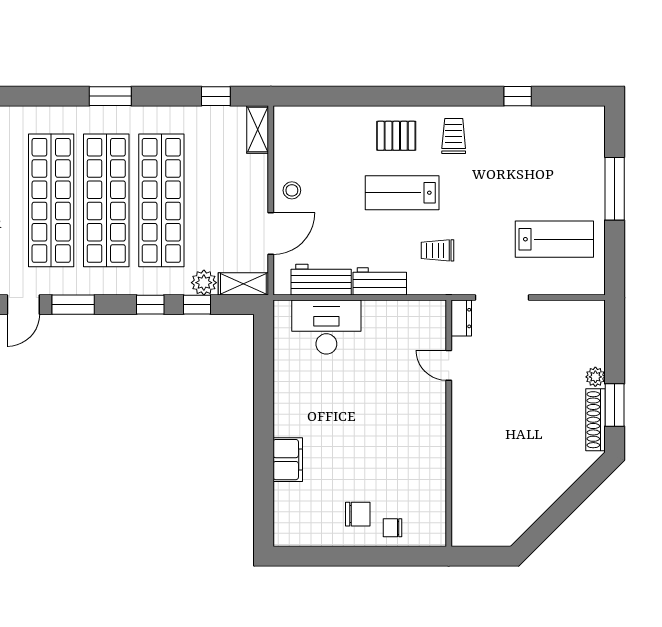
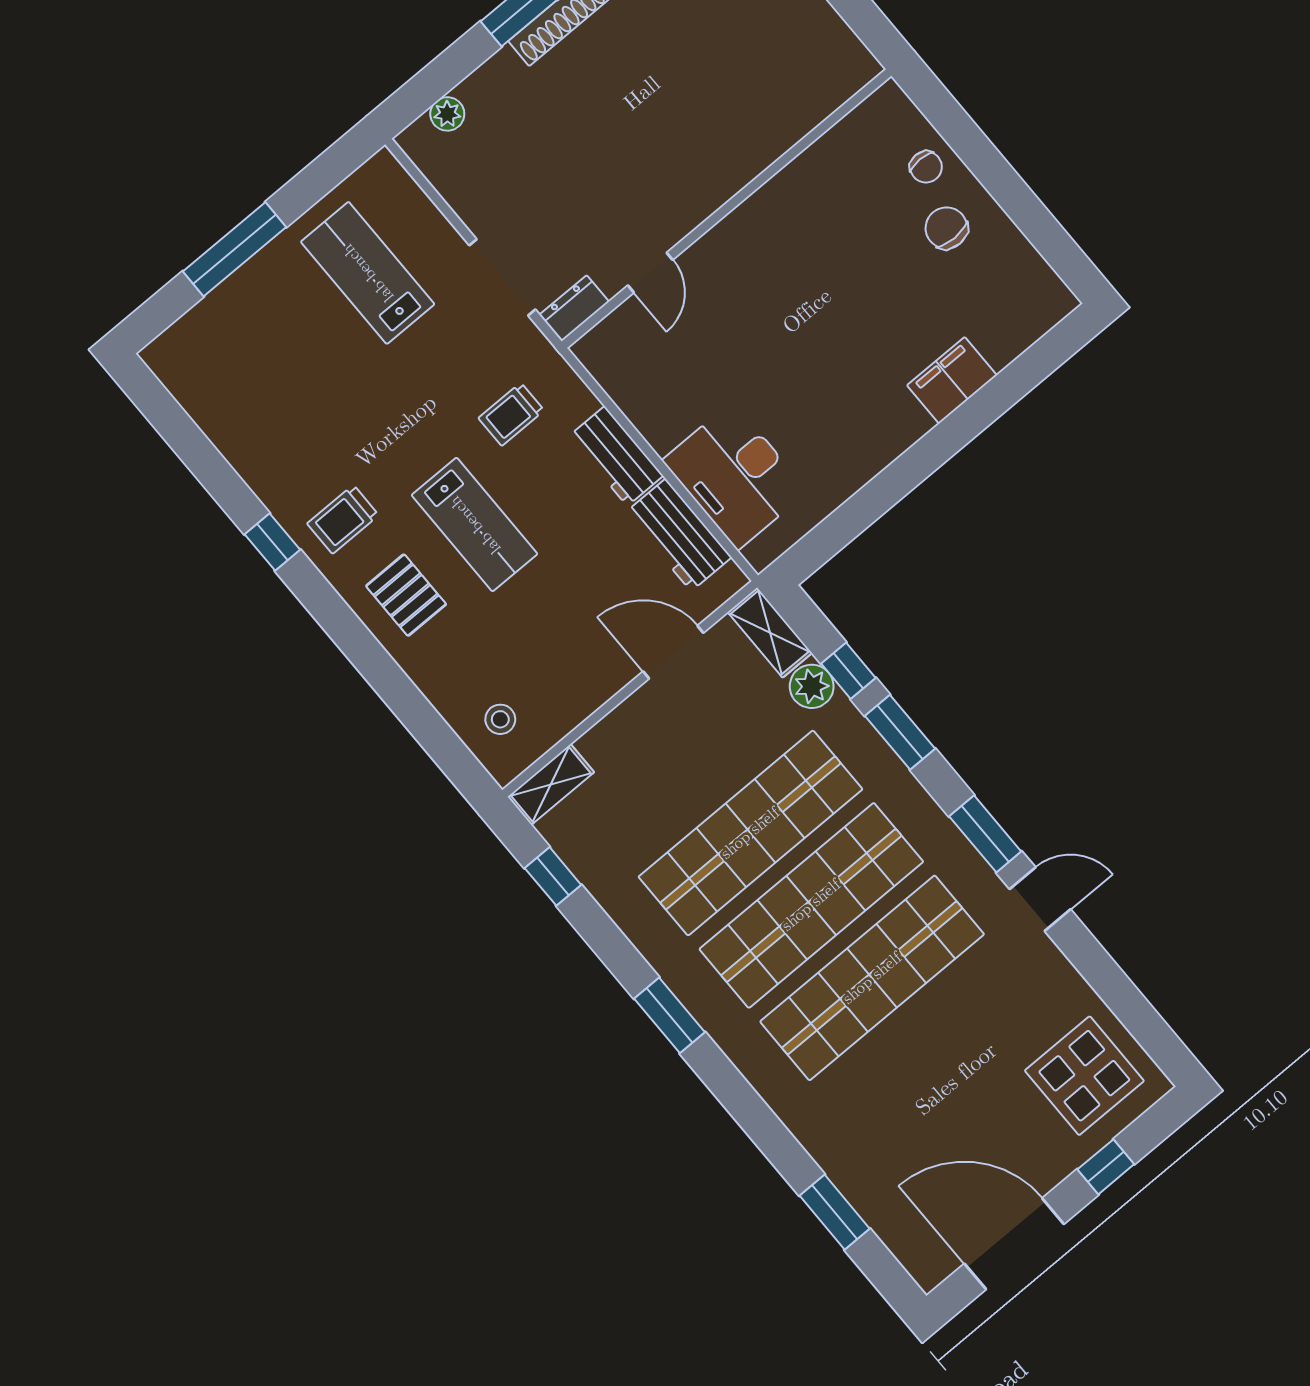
window: (518, 96) -> (272, 542), moved
stool: (292, 190) -> (500, 719), moved
trolley: (438, 250) -> (511, 414), turned 90
window: (150, 305) -> (900, 732), width x1.50
plant: (595, 377) -> (447, 114), moved

